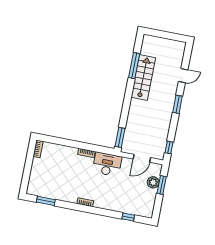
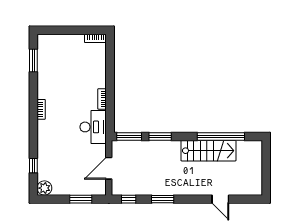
window: (134, 66) -> (221, 136), width x1.46
window: (178, 104) -> (163, 199), moved
window: (125, 113) -> (160, 136), added
door: (142, 158) -> (109, 168), hinge flipped
plant: (153, 182) -> (44, 188), moved

